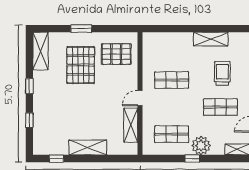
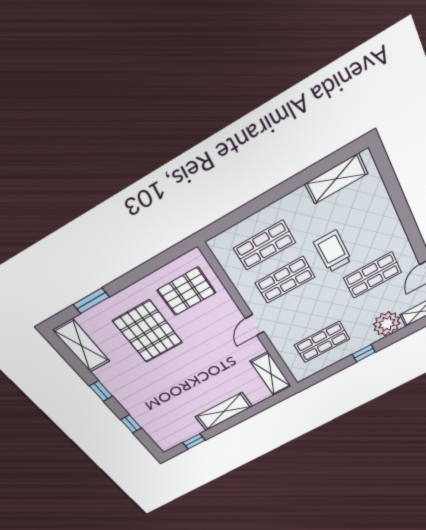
window: (81, 29) -> (91, 301), moved
shelving: (211, 39) -> (336, 179), moved
shop shelf: (172, 53) -> (264, 245), added
trolley: (222, 73) -> (333, 251), moved
shelving: (131, 125) -> (271, 374), moved
plant: (201, 146) -> (387, 324), moved

